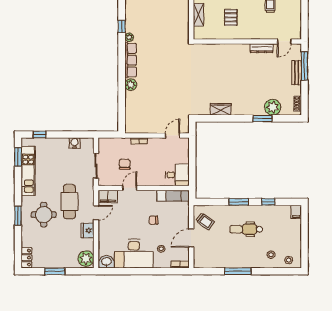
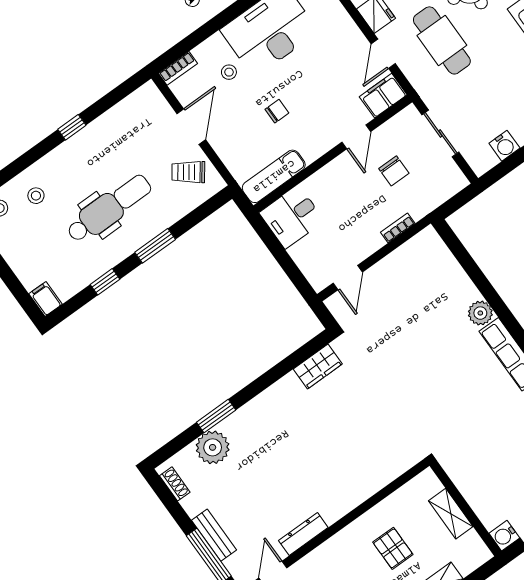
wardrobe: (221, 109) -> (318, 367), moved
dental chair: (246, 229) -> (109, 209), width x1.36, depth x1.38
window: (238, 271) -> (72, 127), width x0.46

